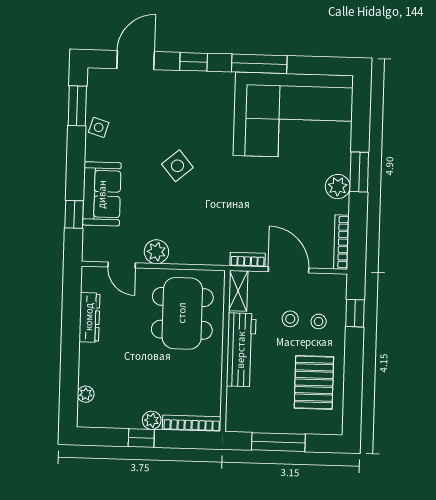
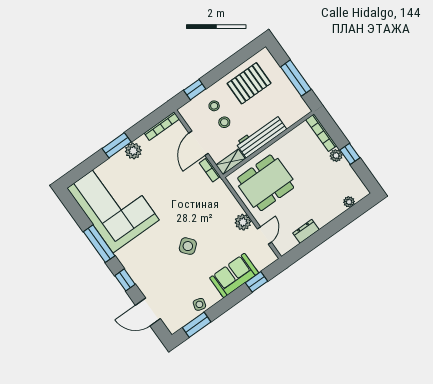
dresser: (89, 317) -> (306, 231), width x0.70

